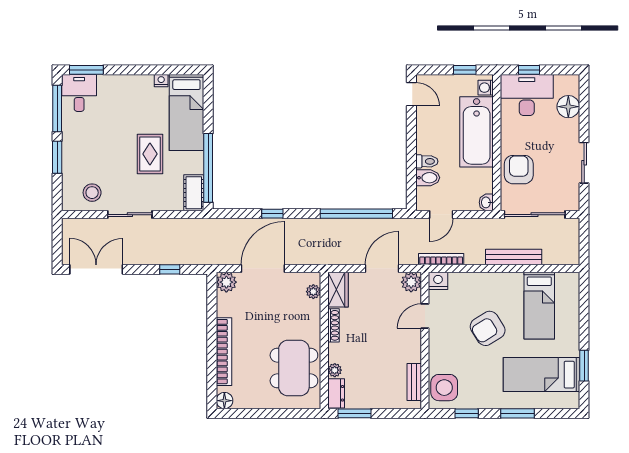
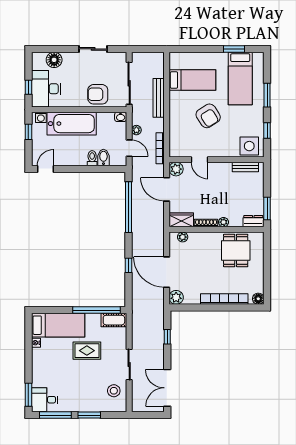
plant: (467, 225) -> (136, 130), added
nightstand: (438, 281) -> (175, 150), removed
dining table: (294, 368) -> (236, 250), width x0.73
plant: (335, 370) -> (223, 222), moved

